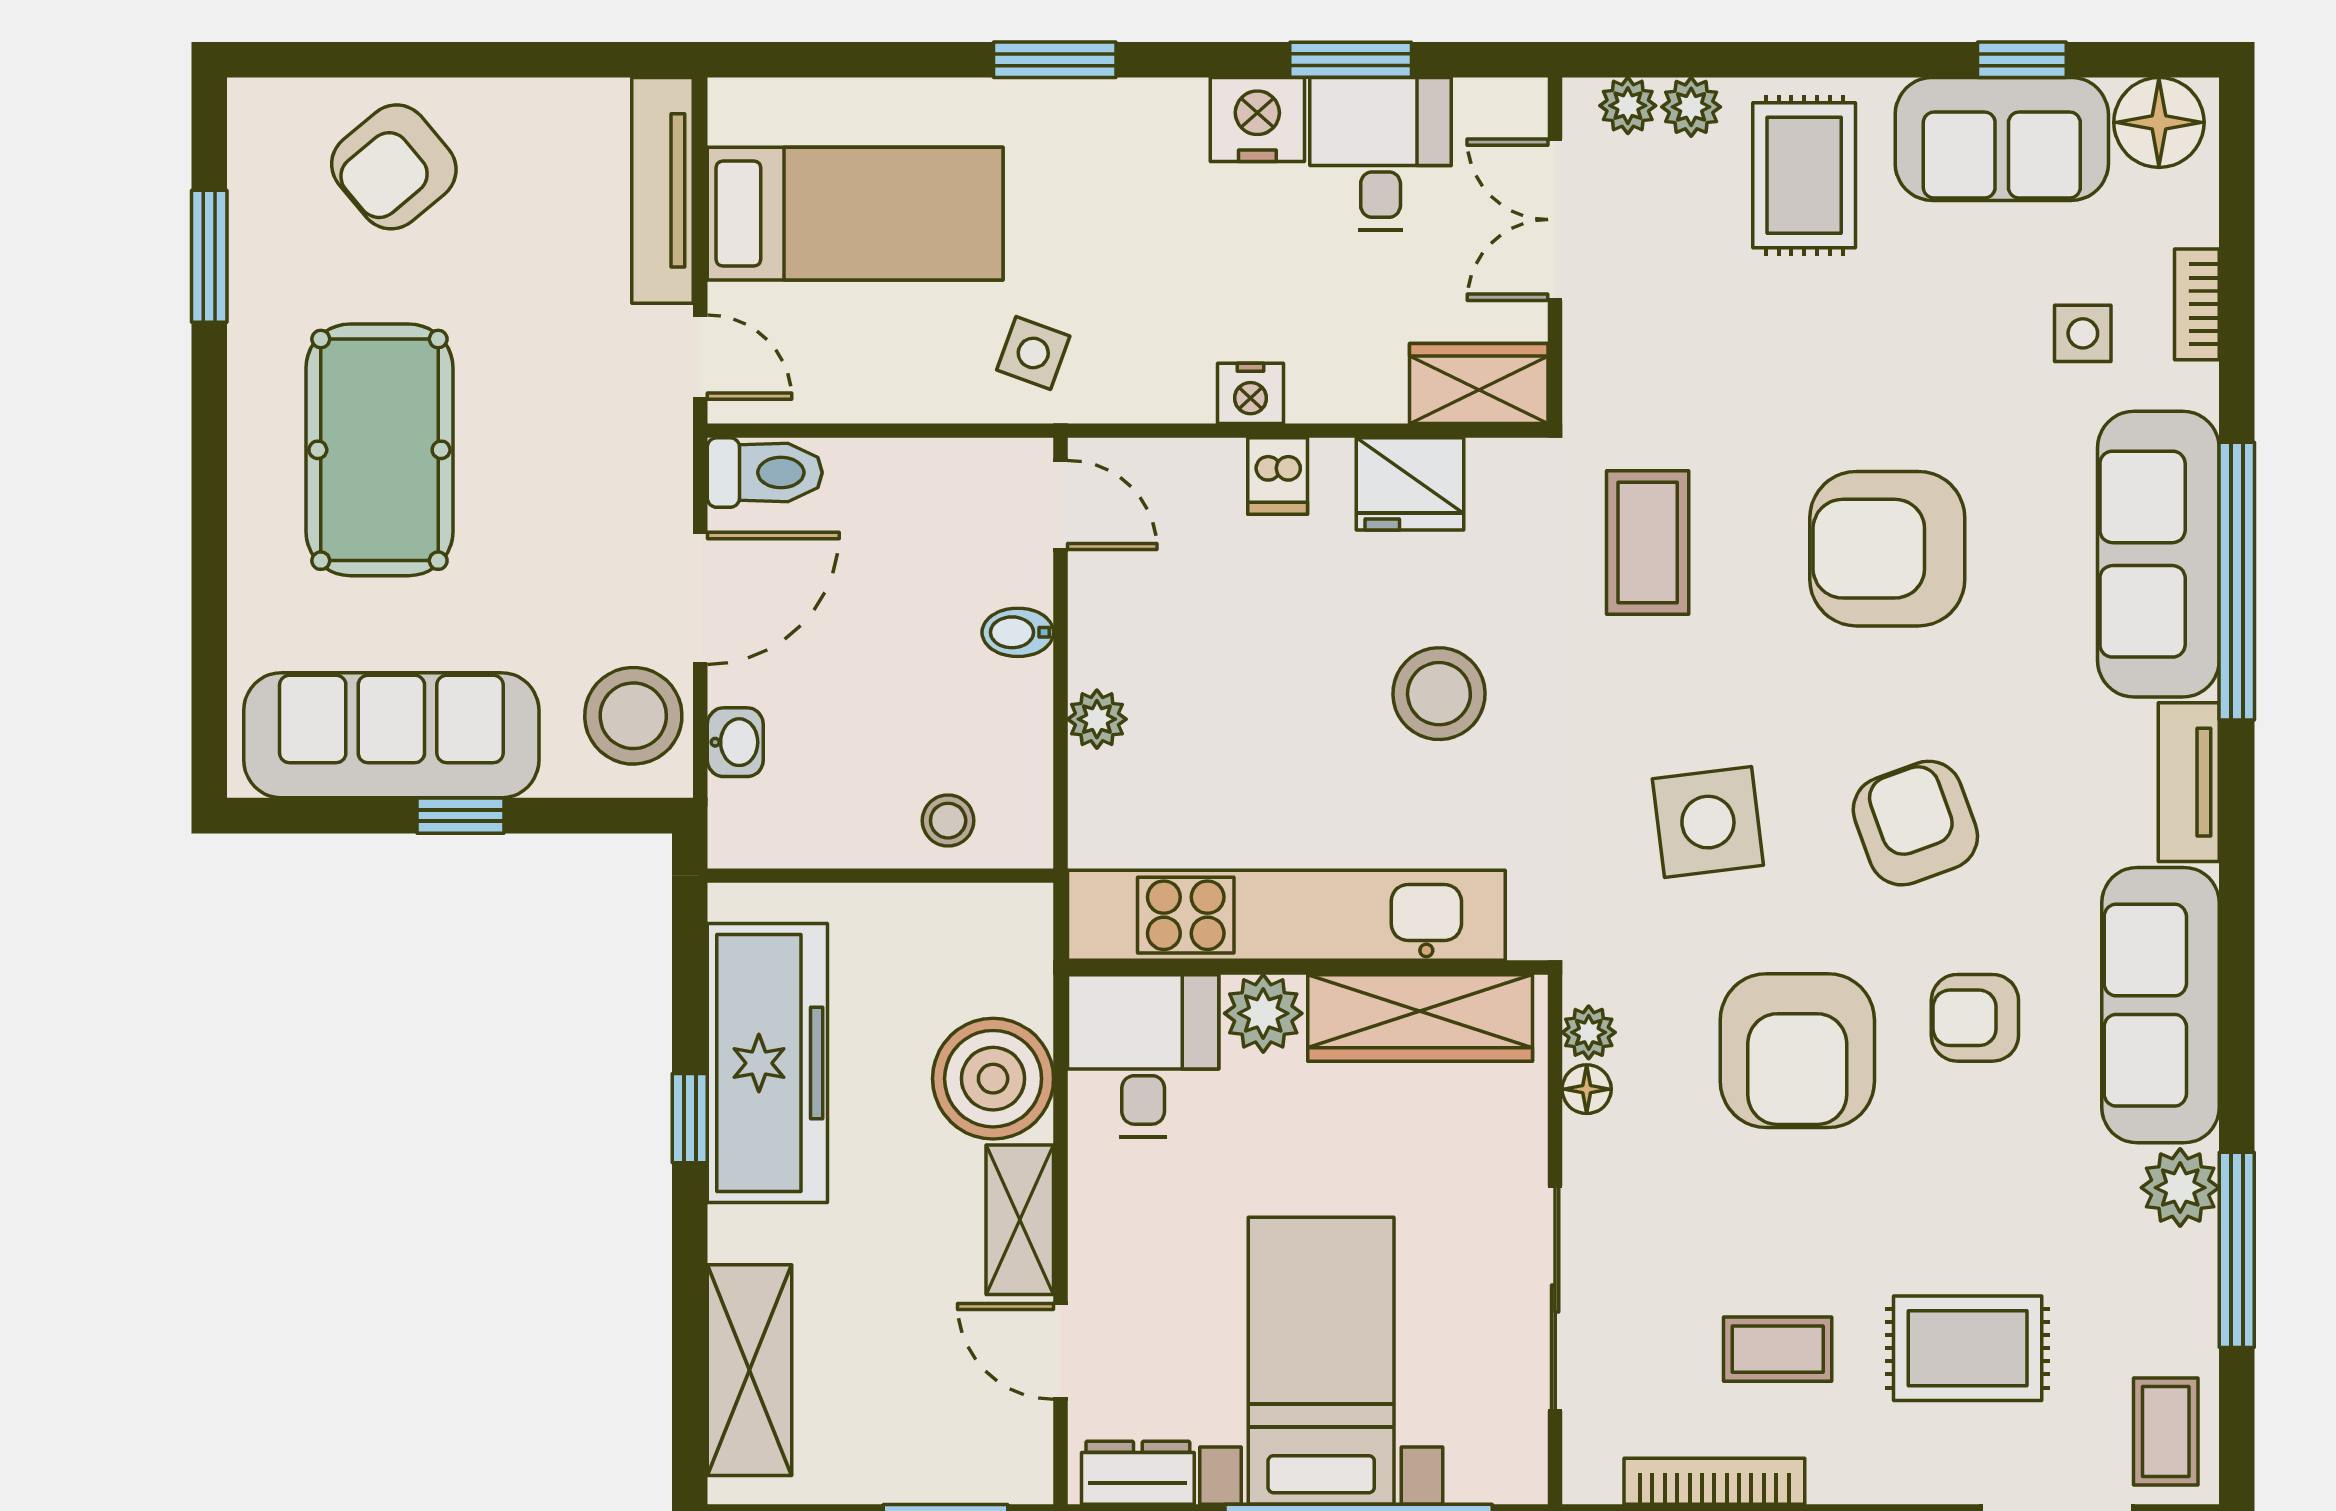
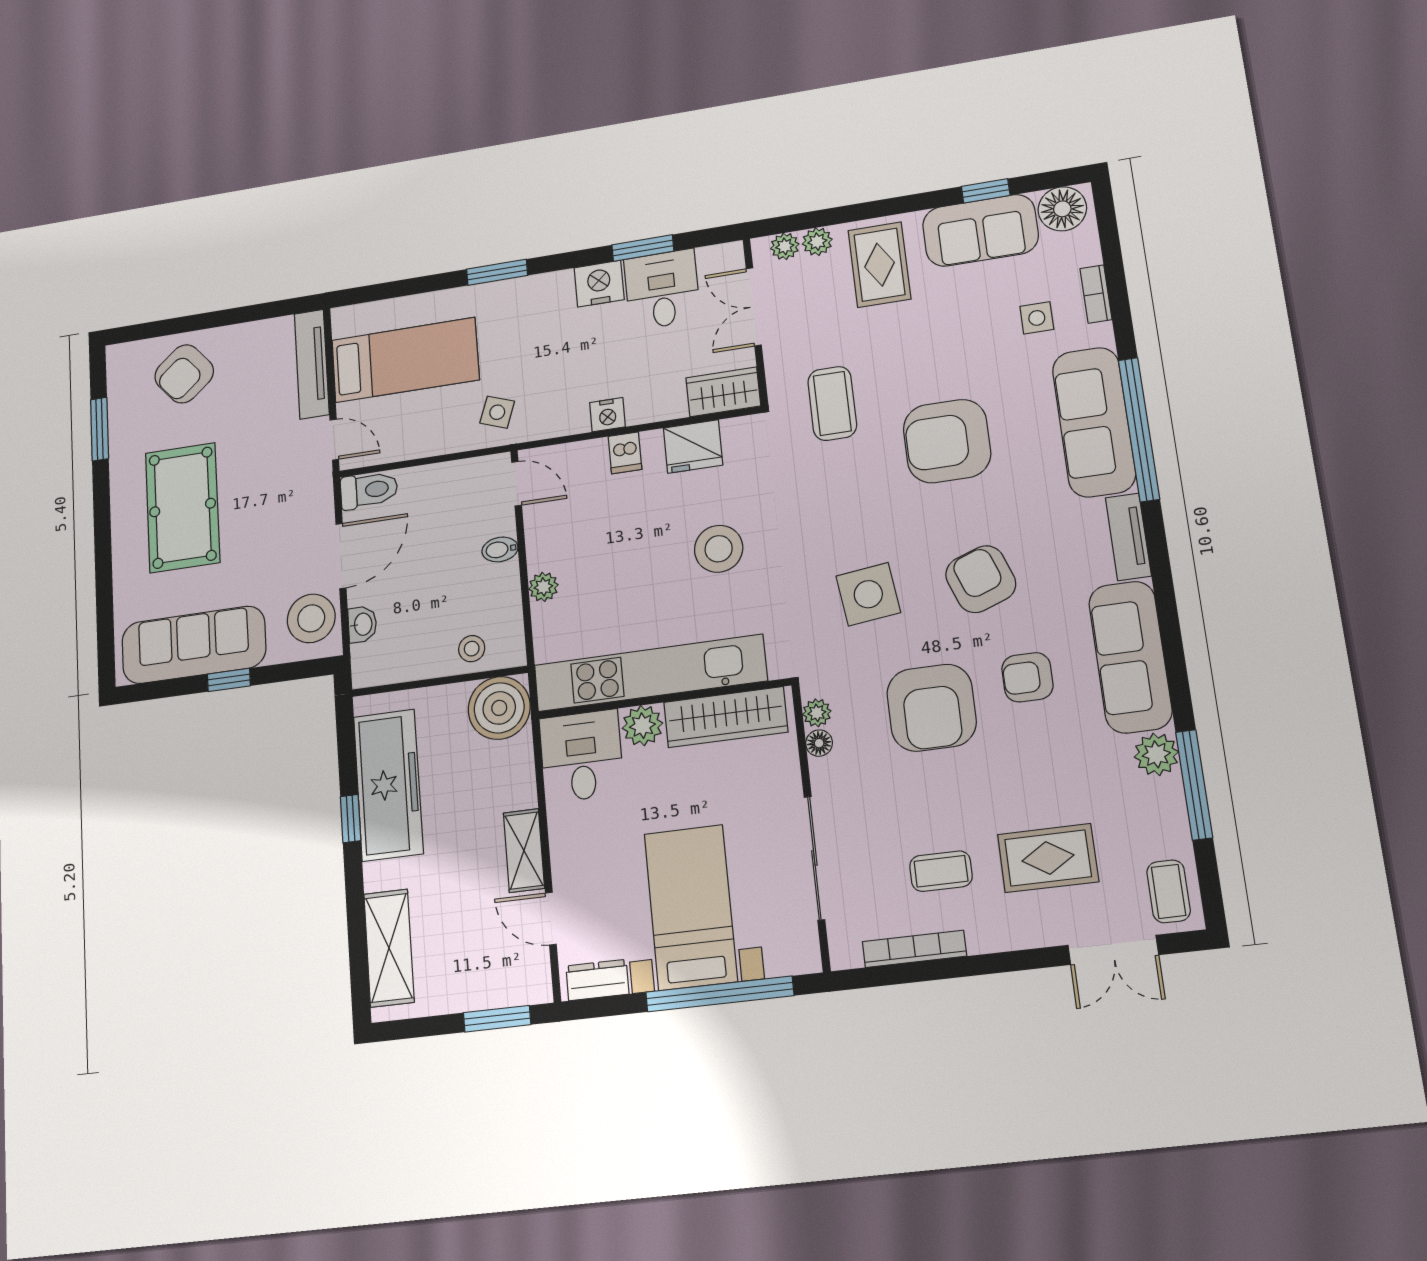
coffee table: (1648, 543) -> (832, 403), moved
boiler: (993, 1079) -> (499, 708), moved

